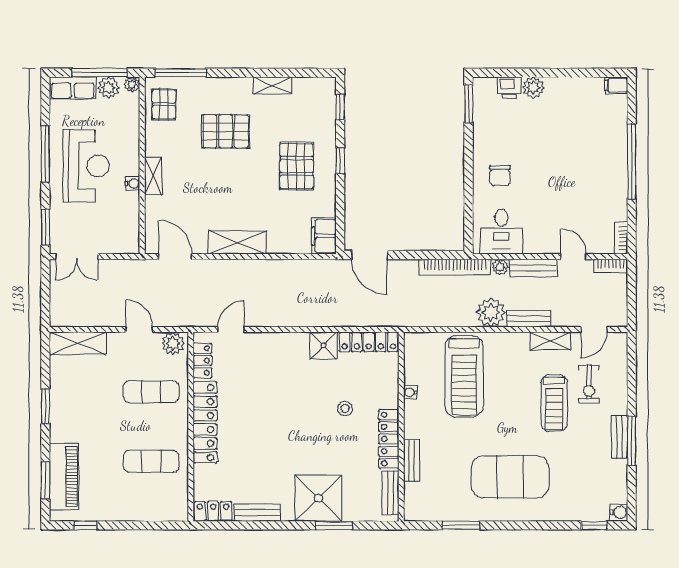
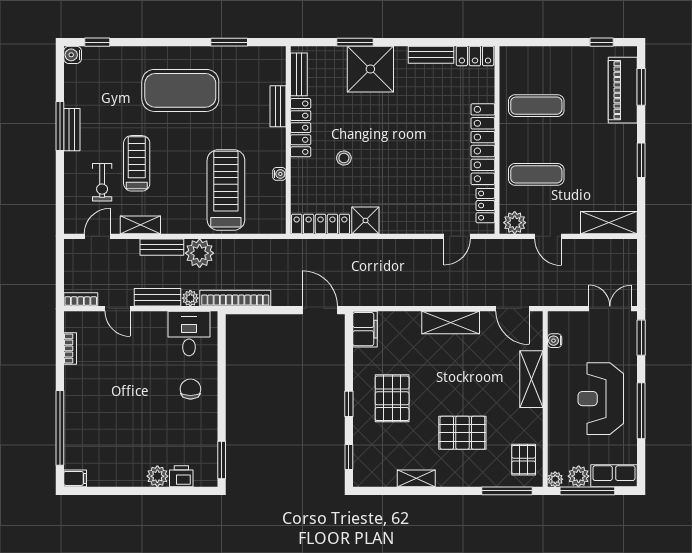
window: (632, 161) -> (60, 428), moved
shelving: (153, 176) -> (531, 379), width x1.50, depth x1.33
water cooler: (133, 184) -> (555, 341), moved
bookcase: (621, 238) -> (70, 348), moved
exercise bike: (589, 384) -> (102, 182), turned 180

